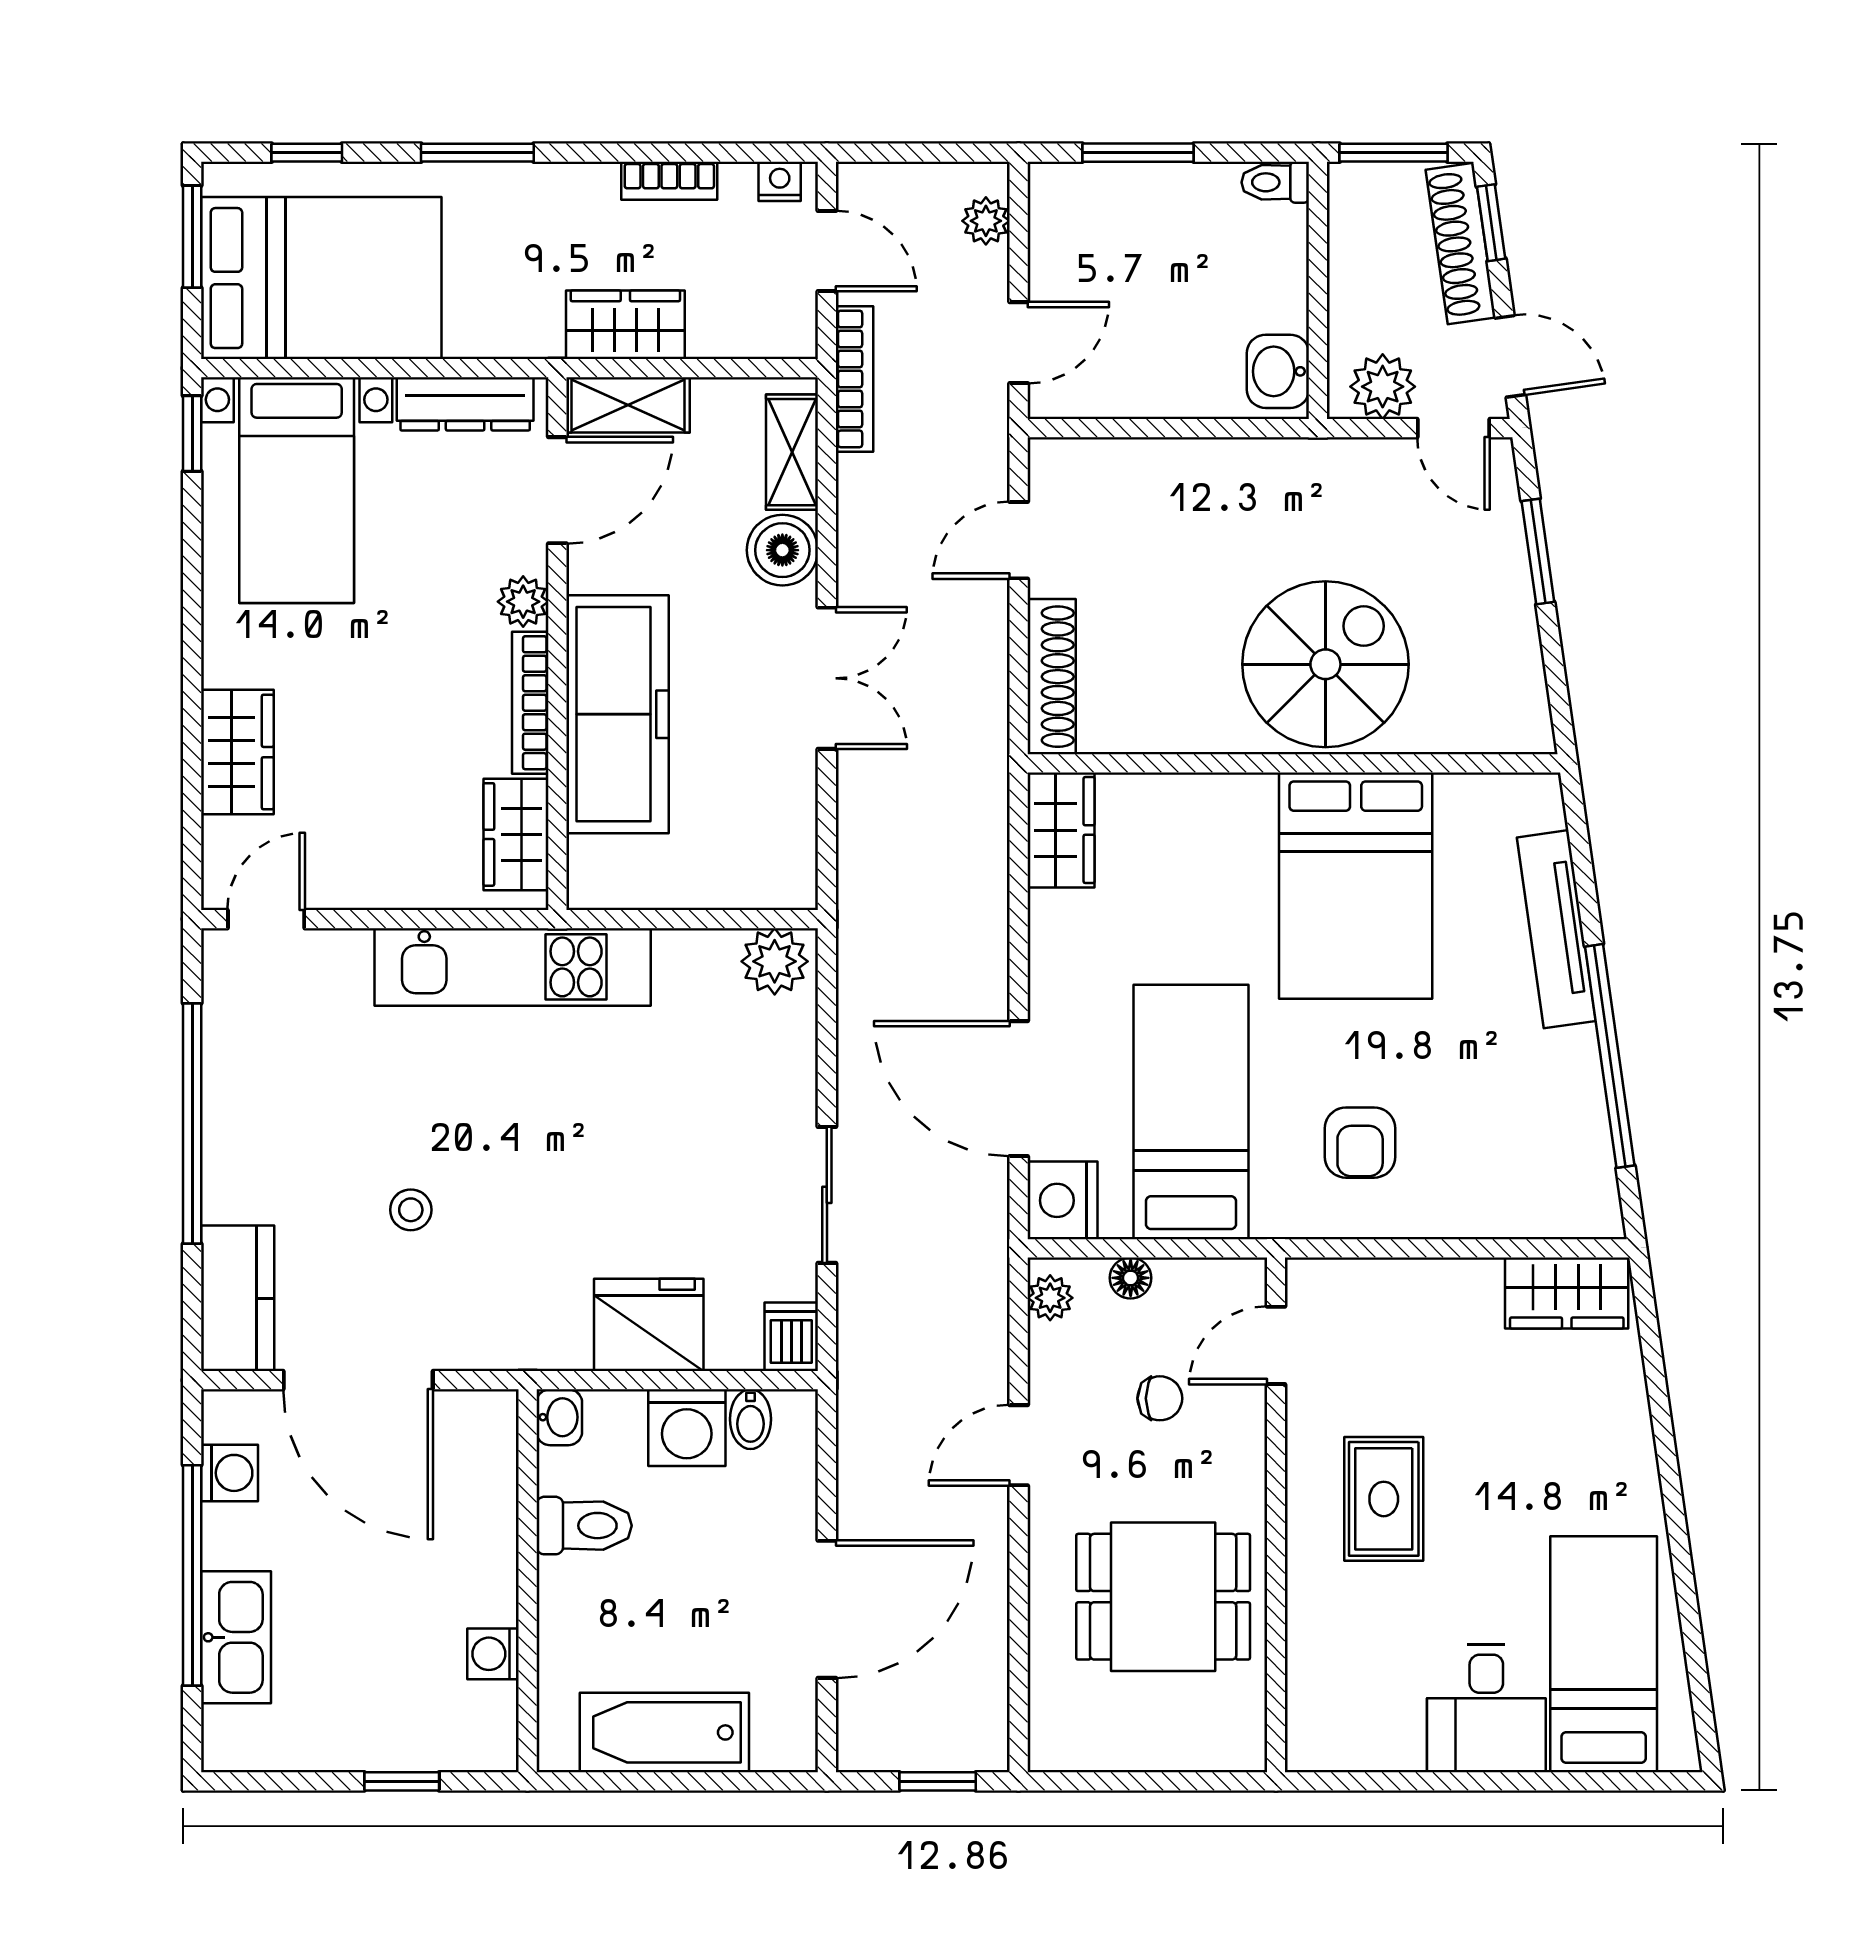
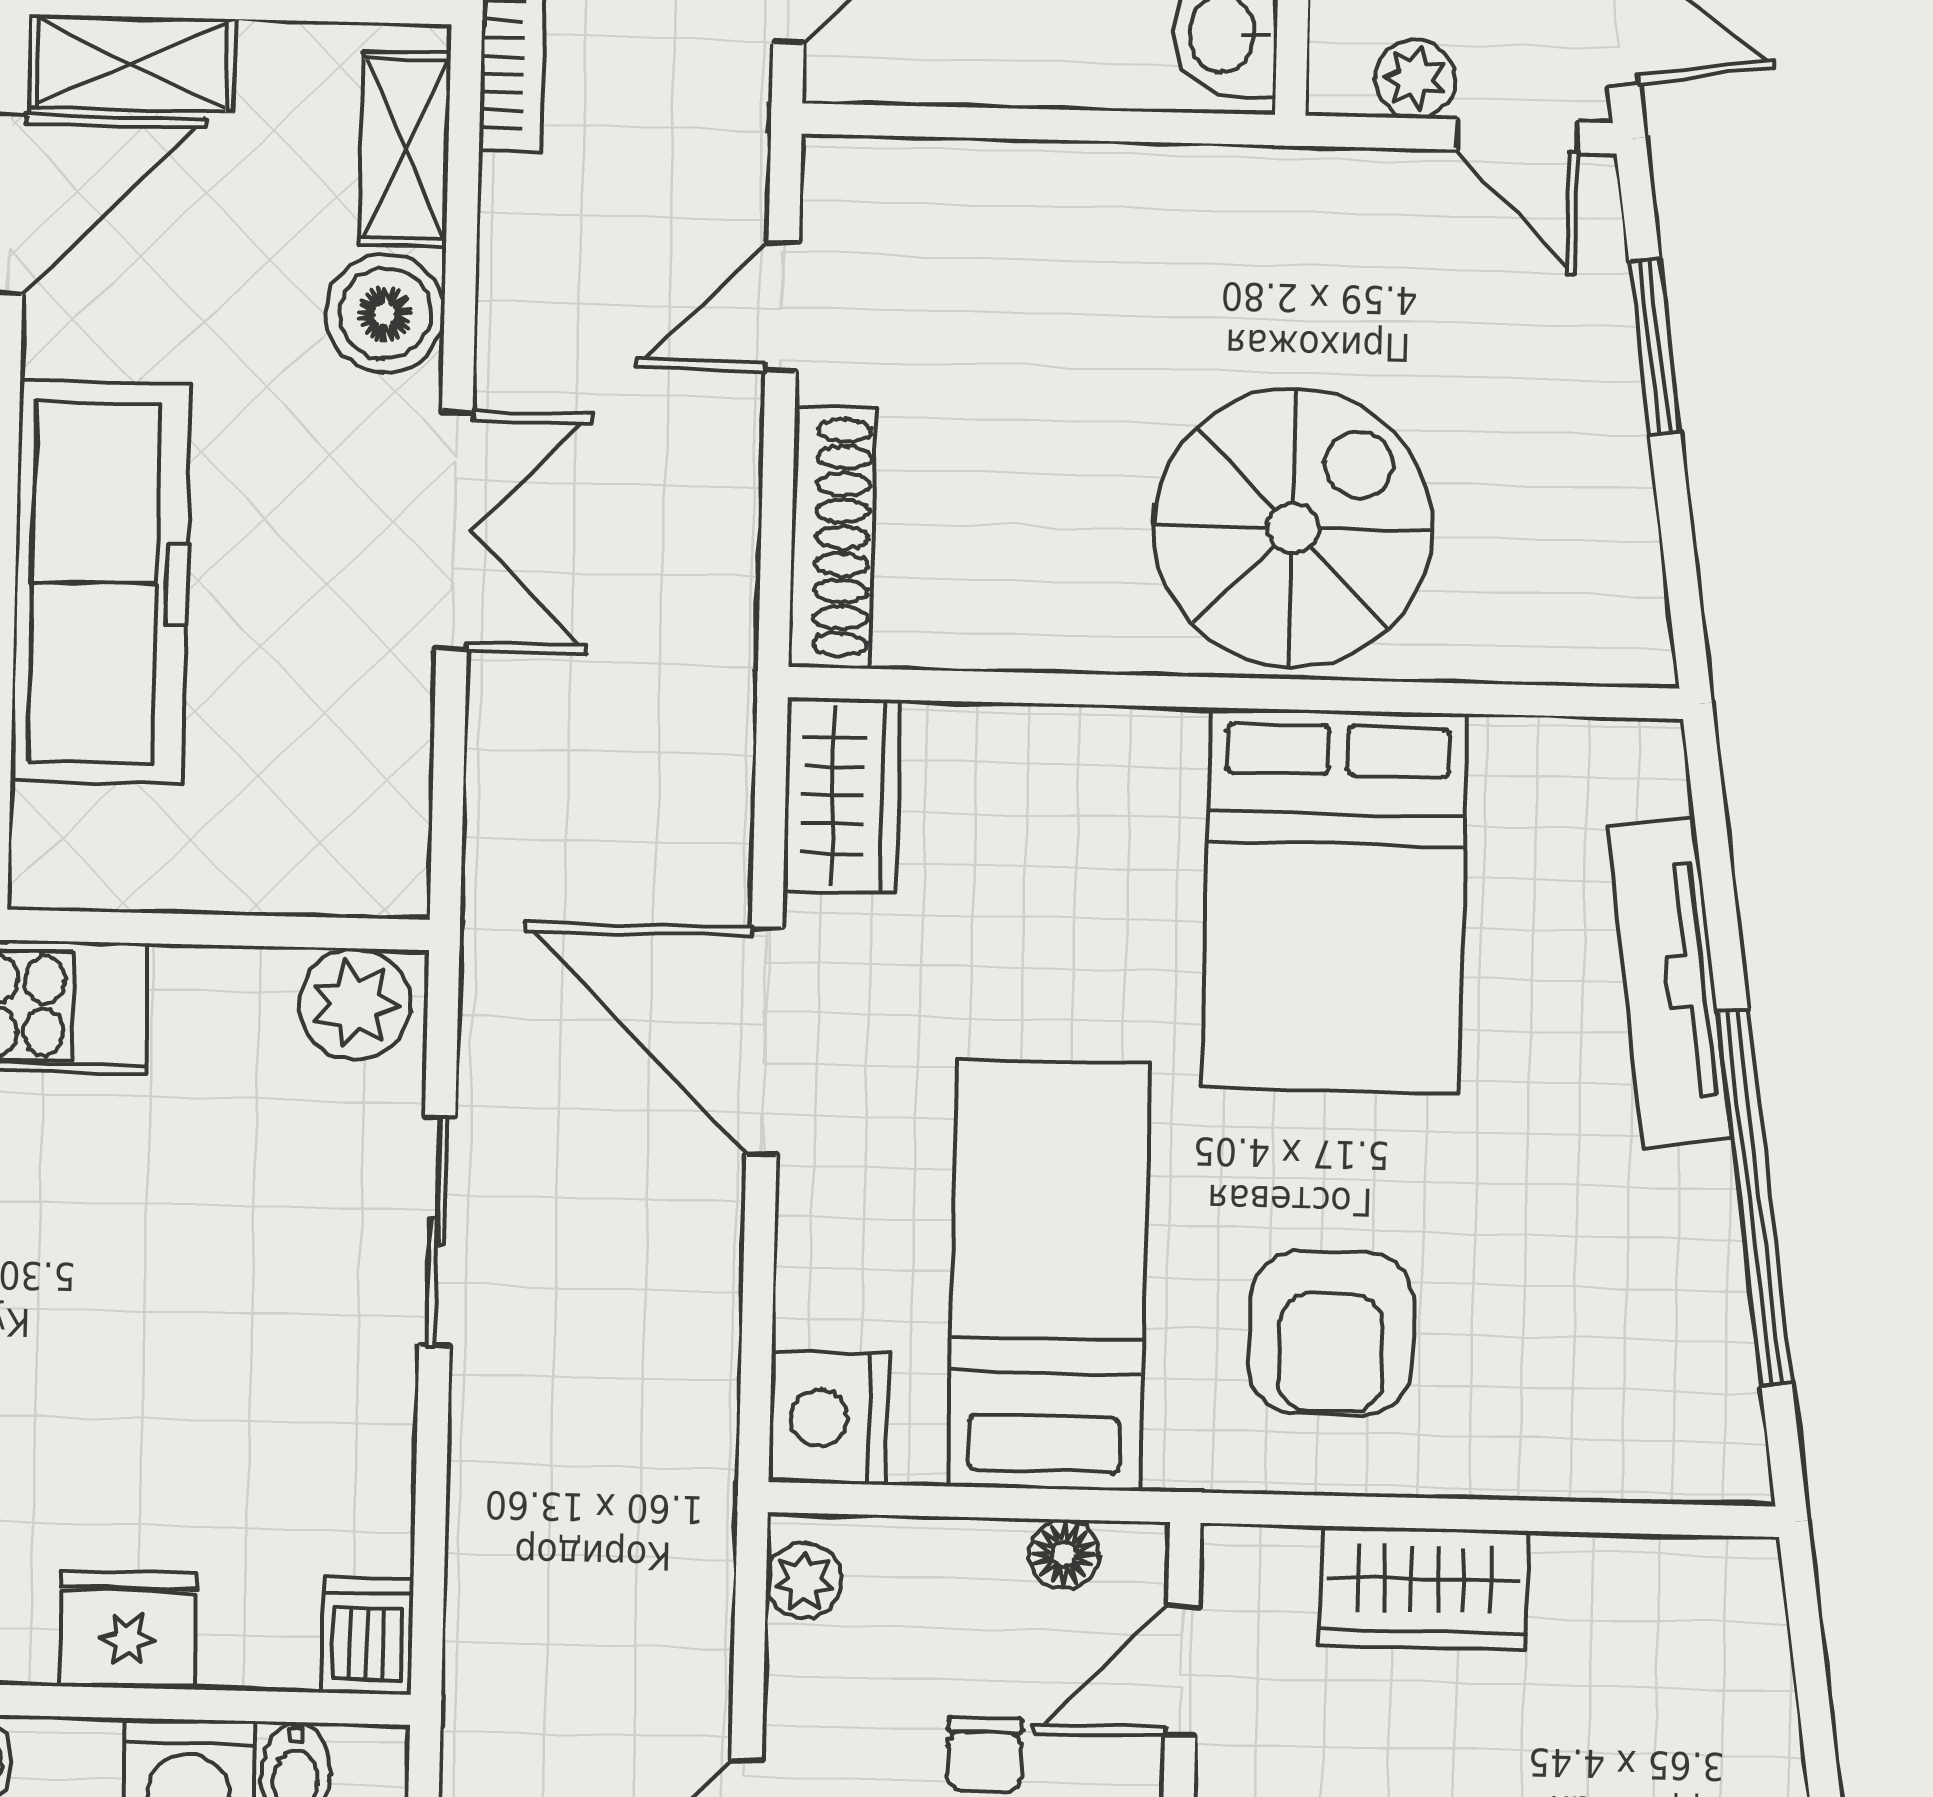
plant: (1383, 387) -> (1415, 79), width x0.73, depth x0.73
door: (1019, 1089) -> (764, 1042), moved
armchair: (1360, 1143) -> (1331, 1333), width x1.38, depth x1.38
sliding door: (827, 1195) -> (437, 1231), moved
floor lamp: (1131, 1278) -> (1064, 1554), moved
wardrobe: (1567, 1293) -> (1424, 1588), moved
fridge: (649, 1325) -> (128, 1630), width x0.73, depth x0.75
chair: (1160, 1398) -> (984, 1755), turned 90

